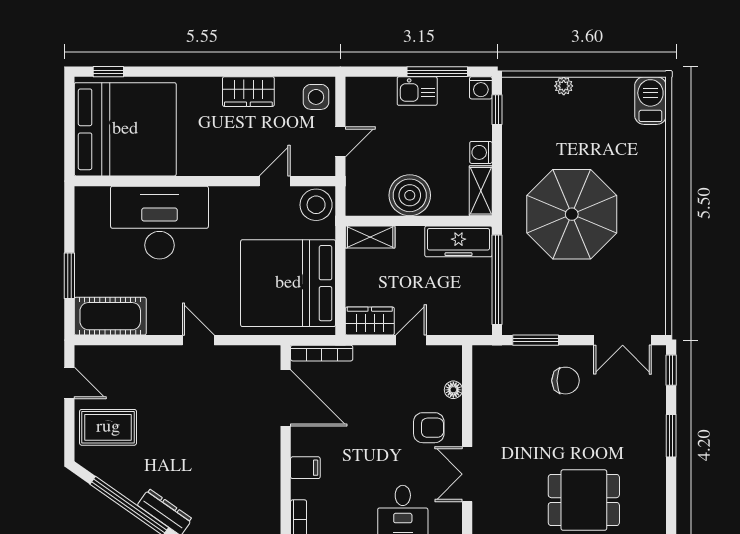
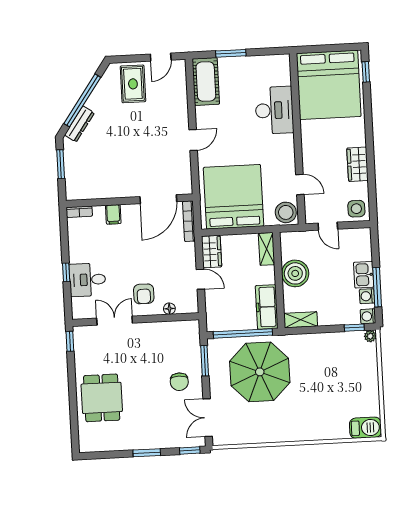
plant: (564, 86) -> (370, 336), moved
washing machine: (481, 152) -> (367, 296), moved, turned -90
parasol: (572, 214) -> (260, 372), moved
desk: (160, 223) -> (274, 110), width x0.73, depth x0.77

